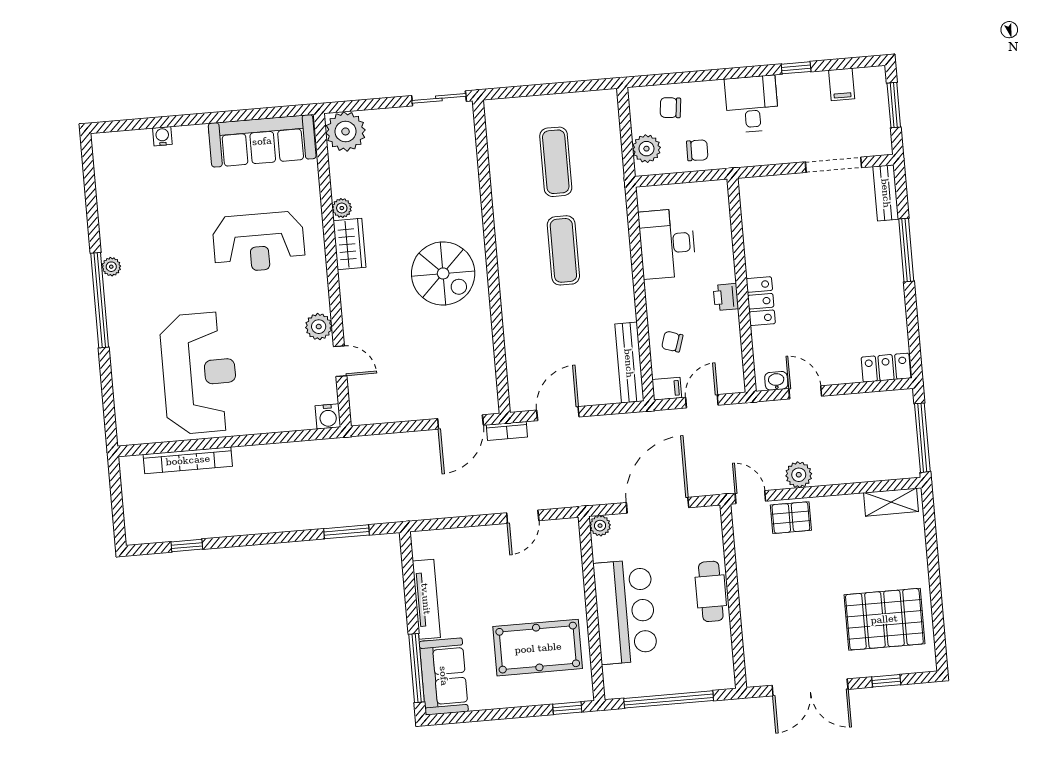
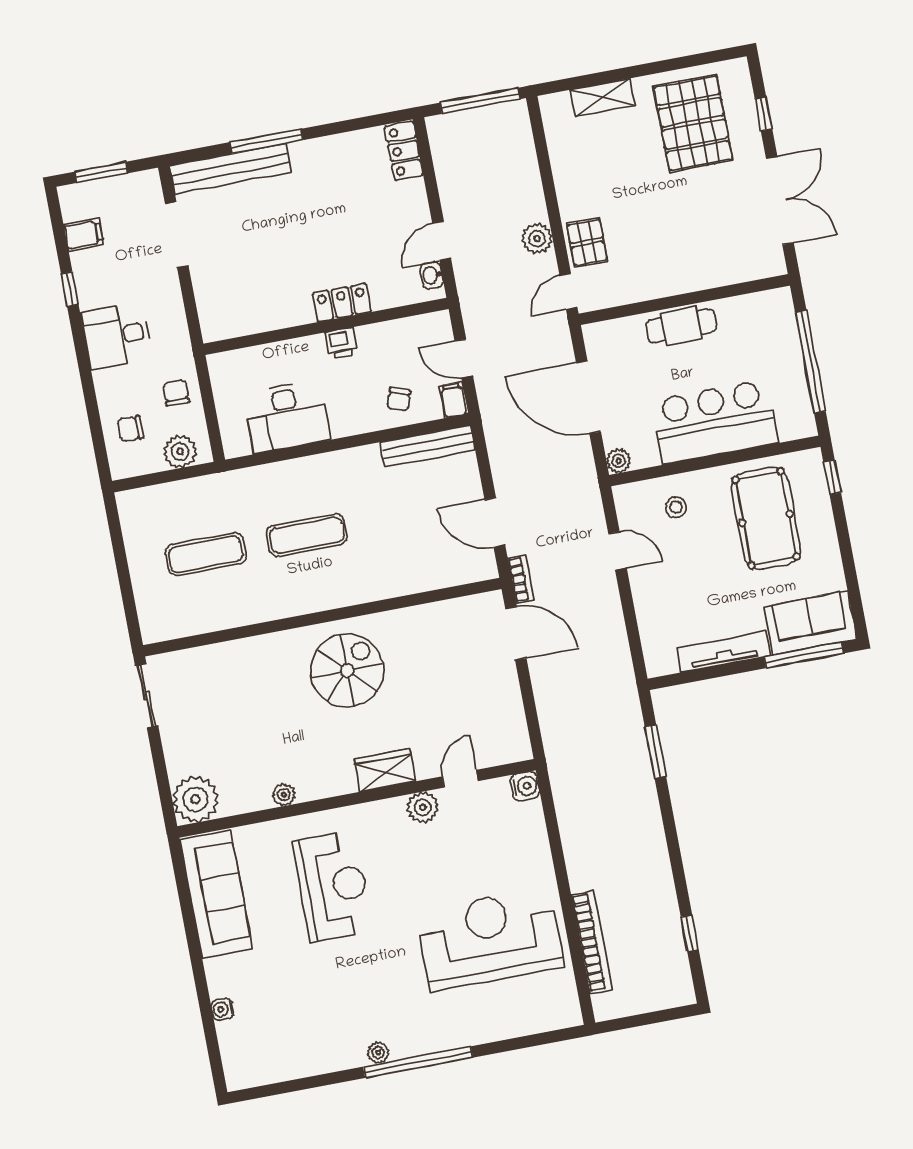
chair: (670, 108) -> (130, 429), turned 84
bench: (886, 193) -> (230, 169), width x1.86, depth x1.21
wardrobe: (349, 244) -> (385, 770), moved
shelving: (891, 502) -> (603, 98), moved, turned 90
stool: (555, 571) -> (676, 507), added

